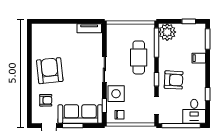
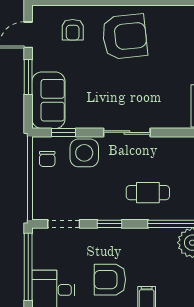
cafe table: (139, 57) -> (148, 193), width x0.73, depth x0.74
armchair: (174, 80) -> (110, 280), moved, turned 87
sofa: (80, 114) -> (48, 100), width x0.73

